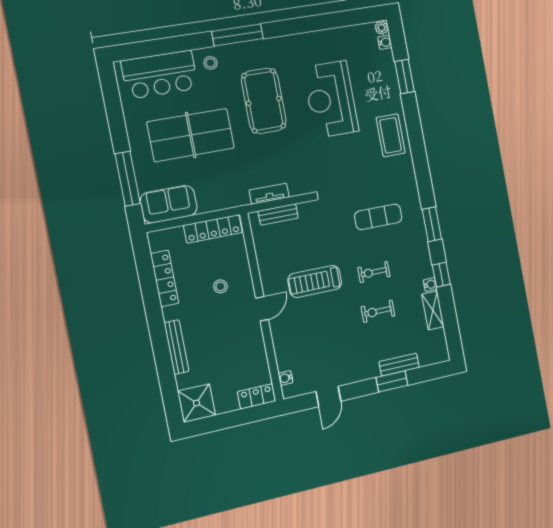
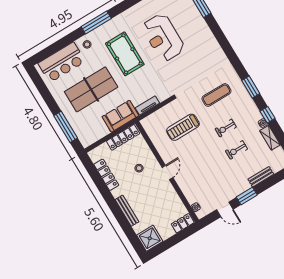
coffee table: (391, 135) -> (206, 44), removed
sofa: (169, 204) -> (120, 116), moved
bench: (278, 214) -> (157, 115), removed
treadmill: (315, 281) -> (183, 127), moved
window: (392, 381) -> (247, 196), moved
door: (328, 396) -> (225, 209), hinge flipped

